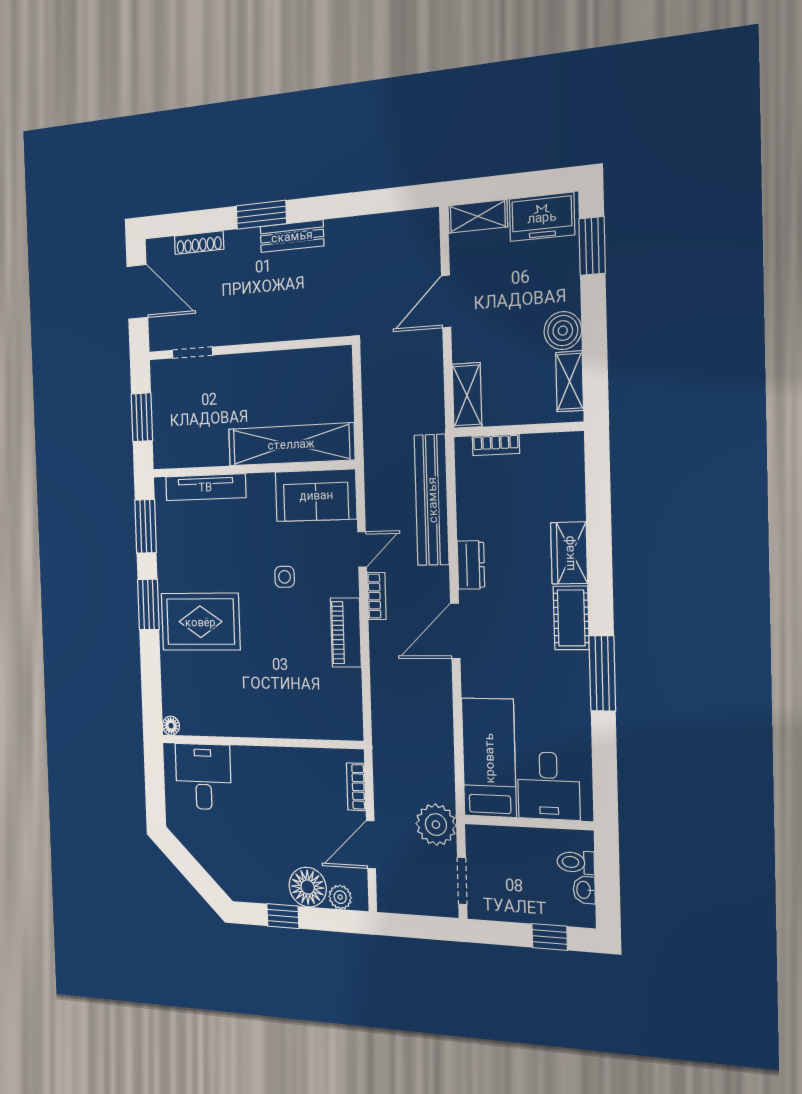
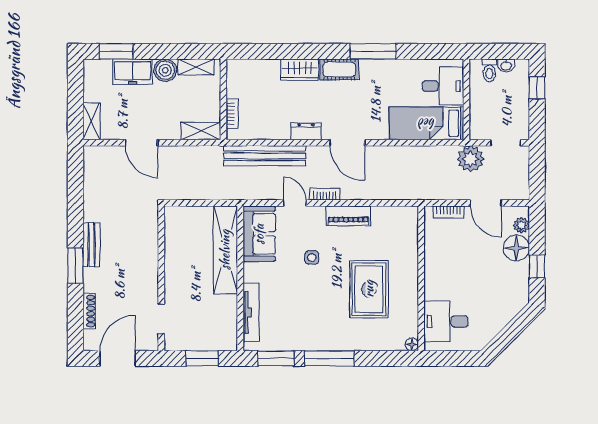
freezer: (542, 217) -> (133, 72), moved, turned 90
window: (148, 605) -> (329, 358), width x1.44
rug: (200, 622) -> (369, 289), moved

